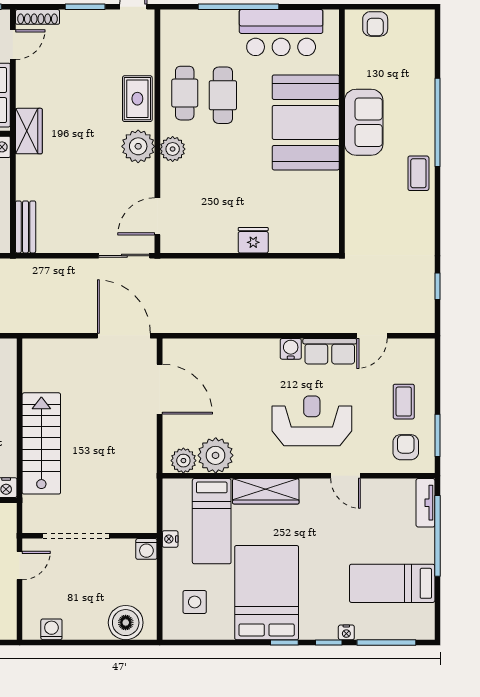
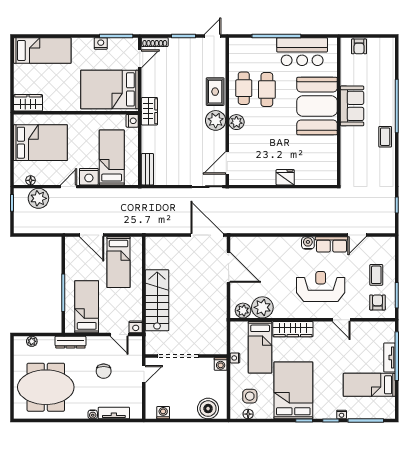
tv unit: (425, 503) -> (389, 357), moved
floor lamp: (192, 632) -> (248, 414), added

